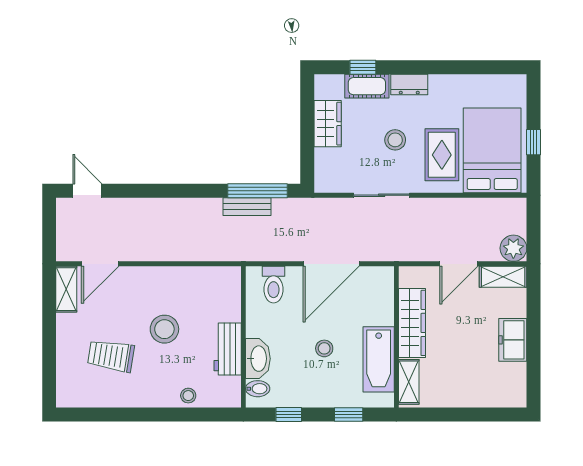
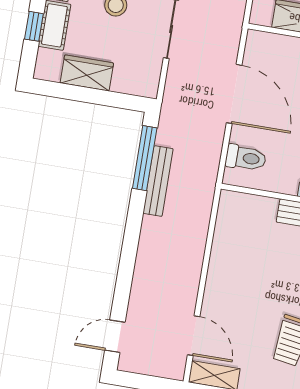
bench: (247, 207) -> (158, 181), width x1.36
stool: (164, 329) -> (273, 280), removed

